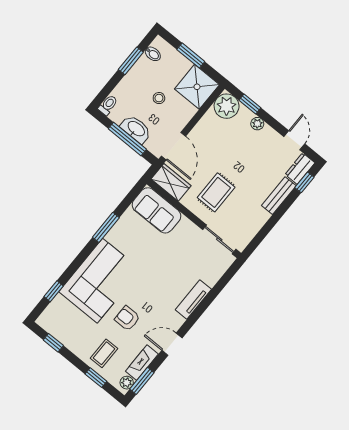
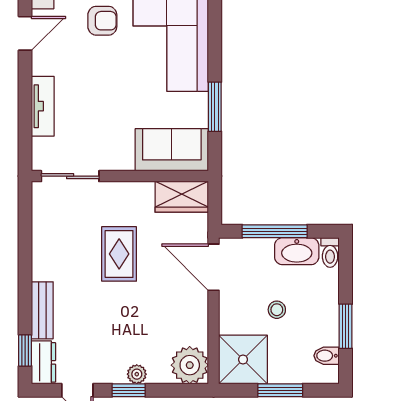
window: (250, 104) -> (129, 390), moved
washbasin: (136, 129) -> (297, 251), moved
wardrobe: (171, 182) -> (182, 197), moved
sofa: (156, 210) -> (172, 150), moved
wall: (194, 219) -> (120, 176), moved
sliding door: (219, 239) -> (70, 176), moved

